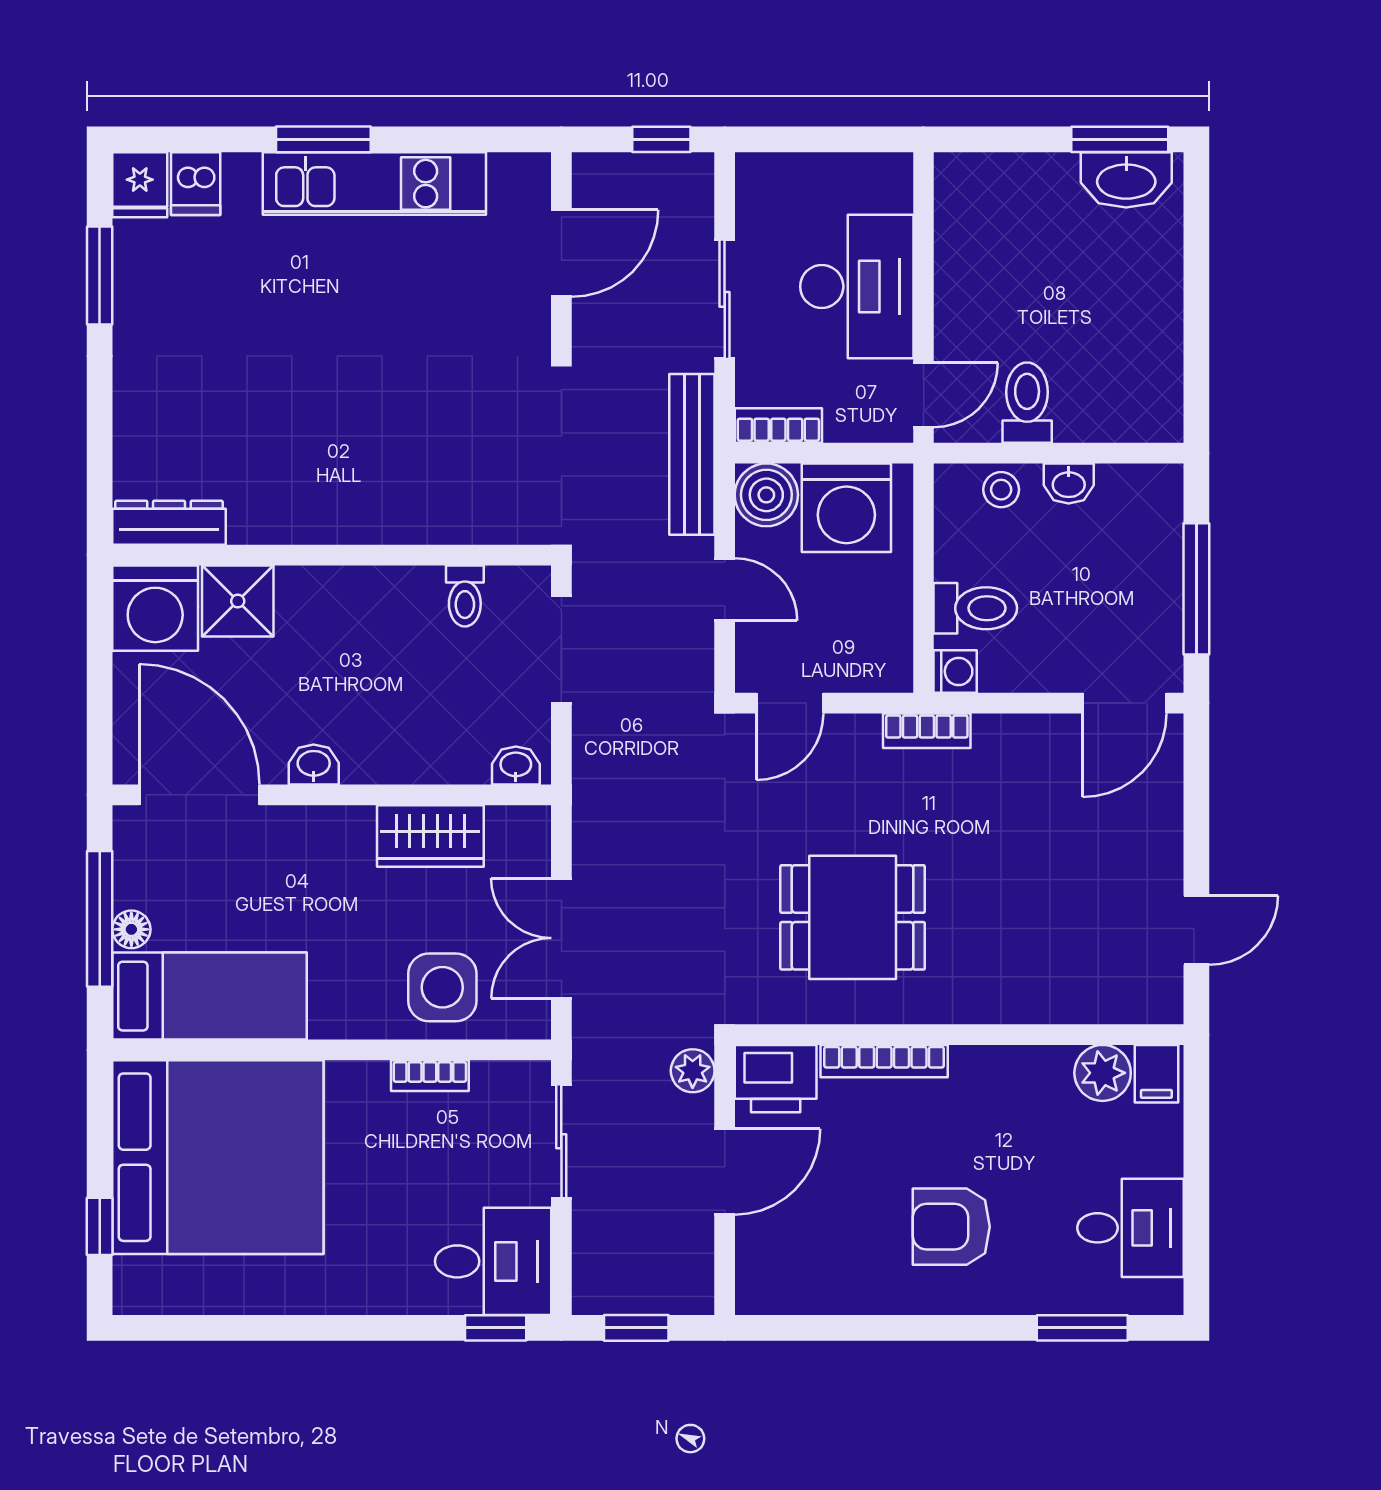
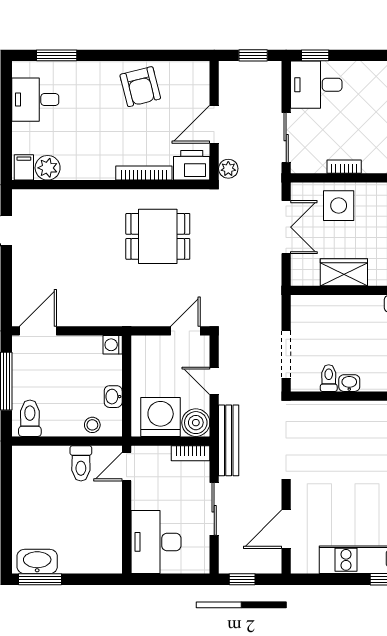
desk: (857, 286) -> (156, 542), moved
washbasin: (1069, 483) -> (113, 397), moved, turned -90
toilet: (975, 608) -> (30, 418), moved, turned 90
bookcase: (927, 731) -> (125, 319), removed
washbasin: (516, 766) -> (349, 383), moved, turned 180
armchair: (951, 1227) -> (140, 87), moved, turned 76

